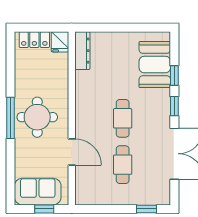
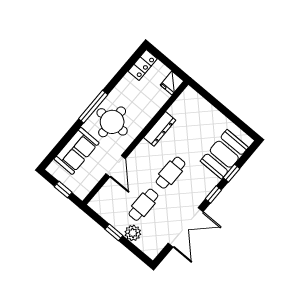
locker: (34, 40) -> (143, 65), moved, turned -90
dresser: (82, 51) -> (160, 129), moved
sofa: (38, 192) -> (77, 151), moved, turned 90
plant: (134, 196) -> (133, 233), added
window: (147, 209) -> (114, 232), moved

